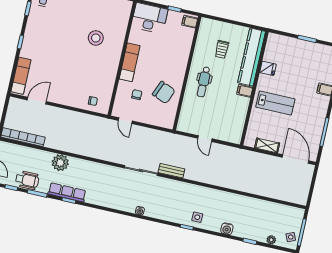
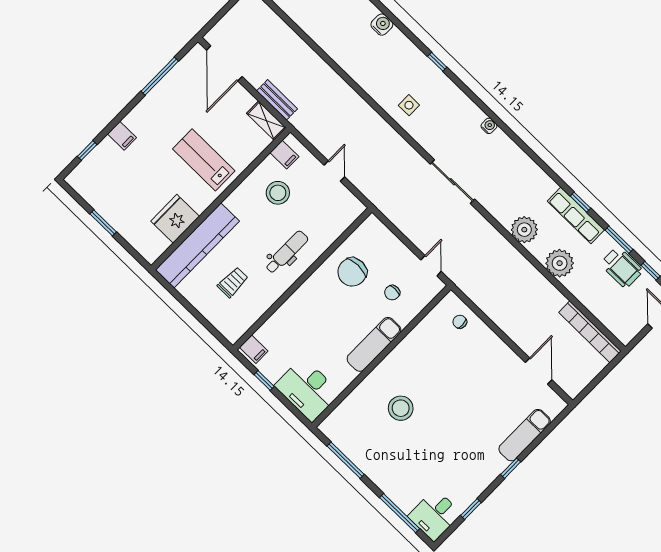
fridge: (268, 68) -> (175, 219), width x1.88, depth x1.34
exam couch: (21, 76) -> (525, 435), moved
filing cabinet: (245, 91) -> (284, 155), moved
chair: (164, 92) -> (352, 272), turned -112
door: (37, 101) -> (539, 371), swing flipped
stool: (227, 110) -> (278, 193), added
shelving: (267, 145) -> (266, 121), moved
plant: (89, 169) -> (524, 230), added
bench: (171, 171) -> (277, 100), moved
wheelchair: (27, 180) -> (622, 267), turned 180
side table: (197, 217) -> (409, 105), moved

